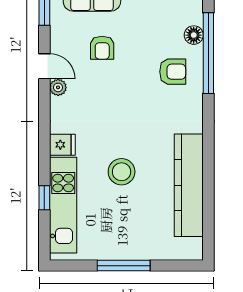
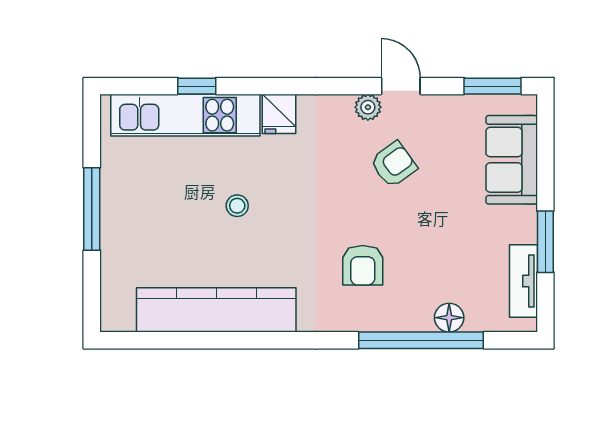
armchair: (102, 48) -> (394, 164), moved, turned 144
door: (44, 66) -> (401, 86), swing flipped
armchair: (173, 72) -> (363, 265), moved
stool: (122, 172) -> (237, 206), width x0.53, depth x0.53

